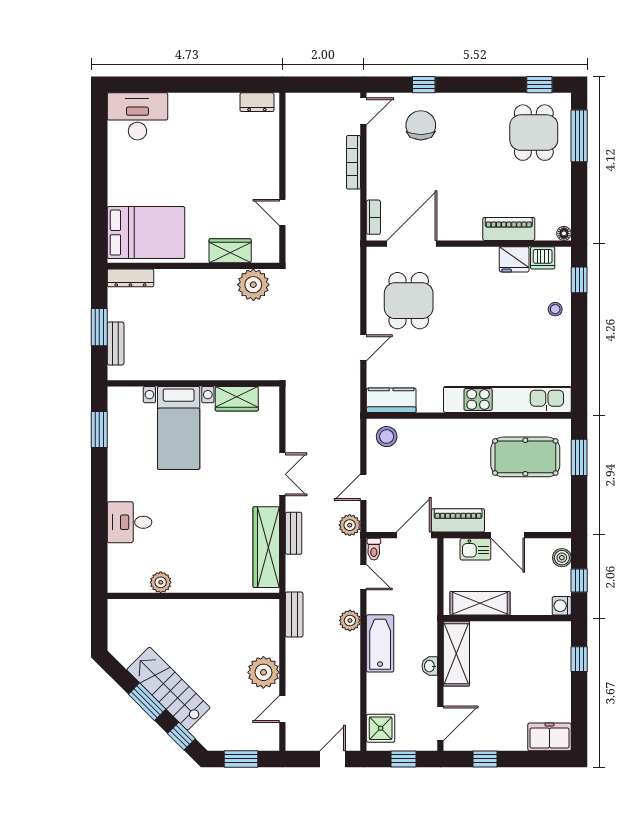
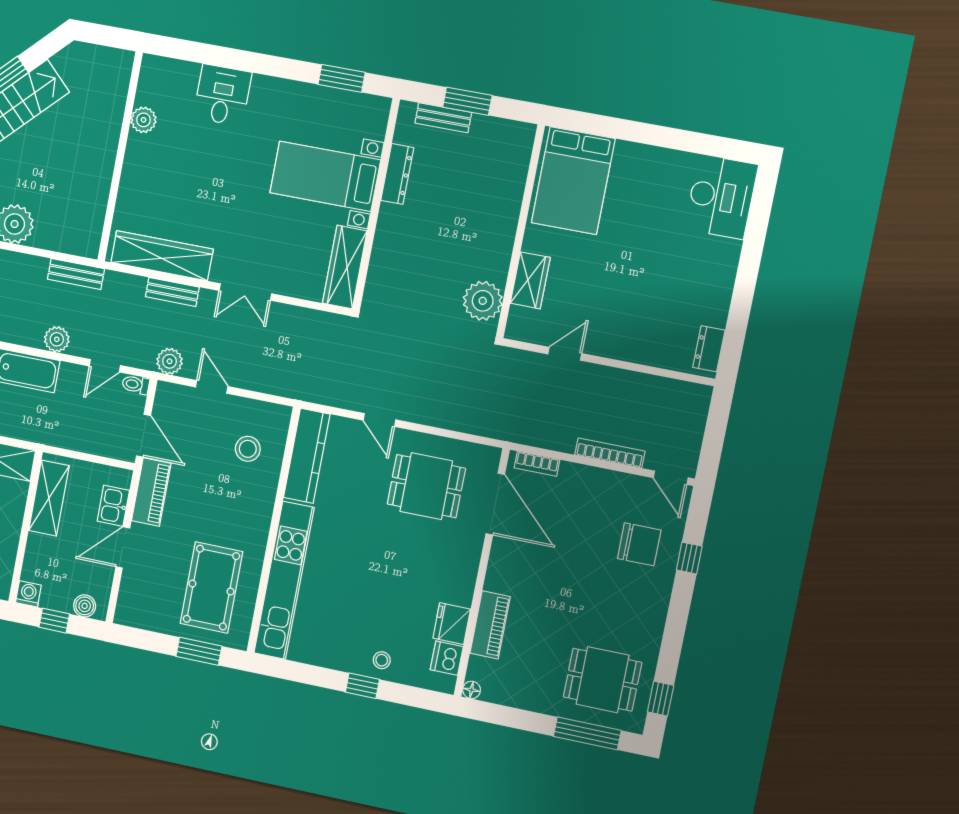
dresser: (130, 278) -> (397, 174), moved, turned 180
window: (579, 280) -> (362, 686), moved
wardrobe: (237, 399) -> (345, 267), width x1.50
kitchen counter: (391, 400) -> (307, 456), width x1.50
stool: (387, 437) -> (248, 449), moved

